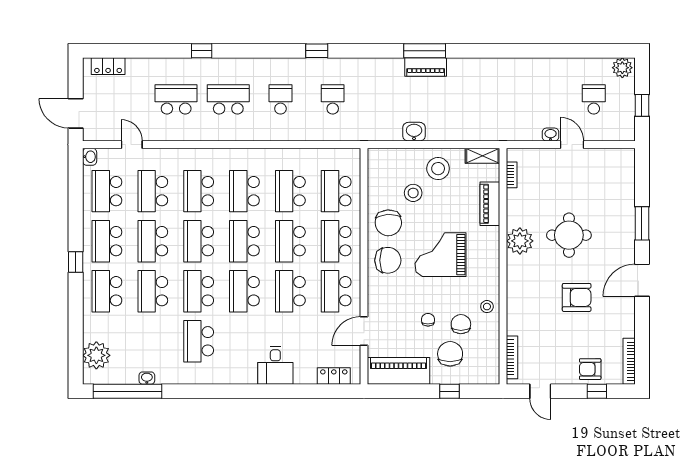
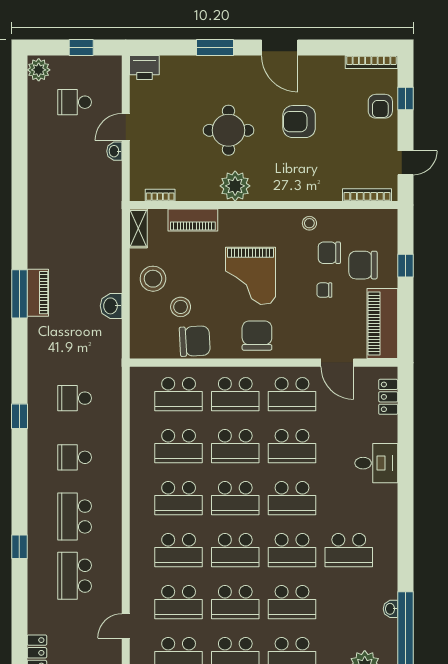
printer: (624, 161) -> (144, 68), added
chair: (388, 223) -> (195, 341), moved
armchair: (577, 297) -> (299, 122), turned -90

